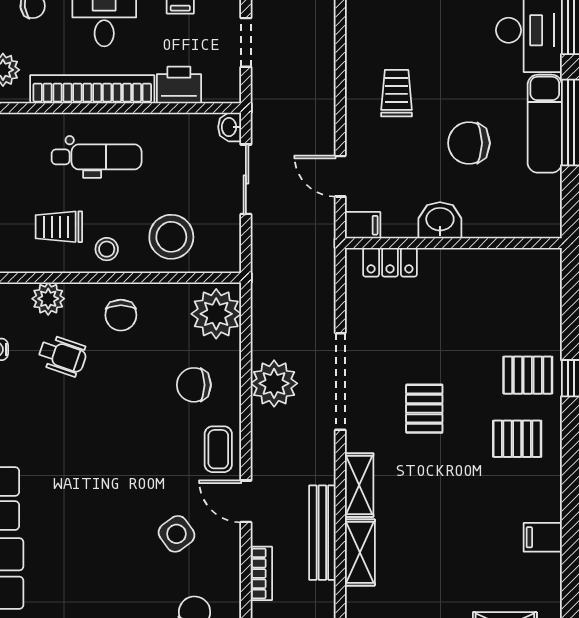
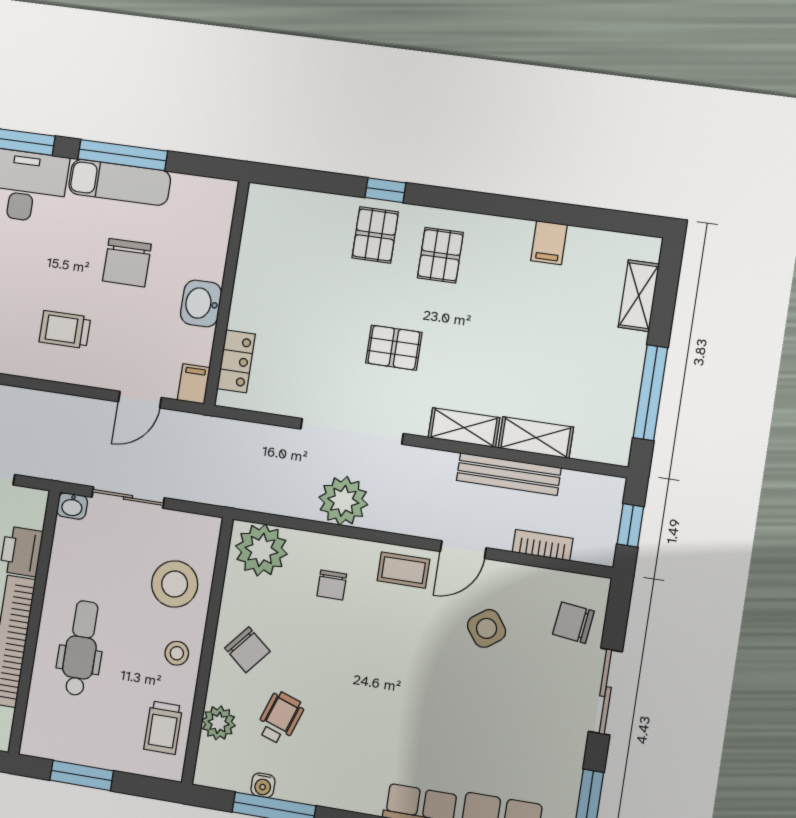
trolley: (59, 227) -> (163, 728), moved
chair: (121, 315) -> (247, 650), turned 40
chair: (194, 385) -> (332, 585), width x0.73, depth x0.73

